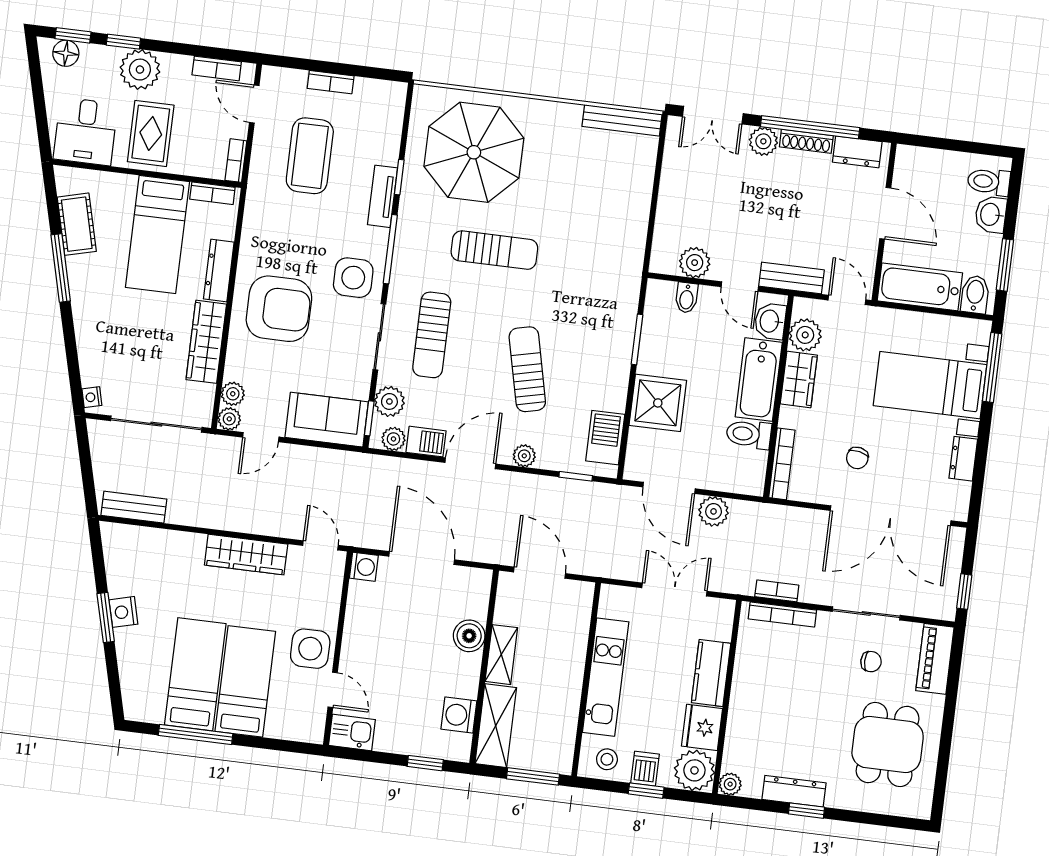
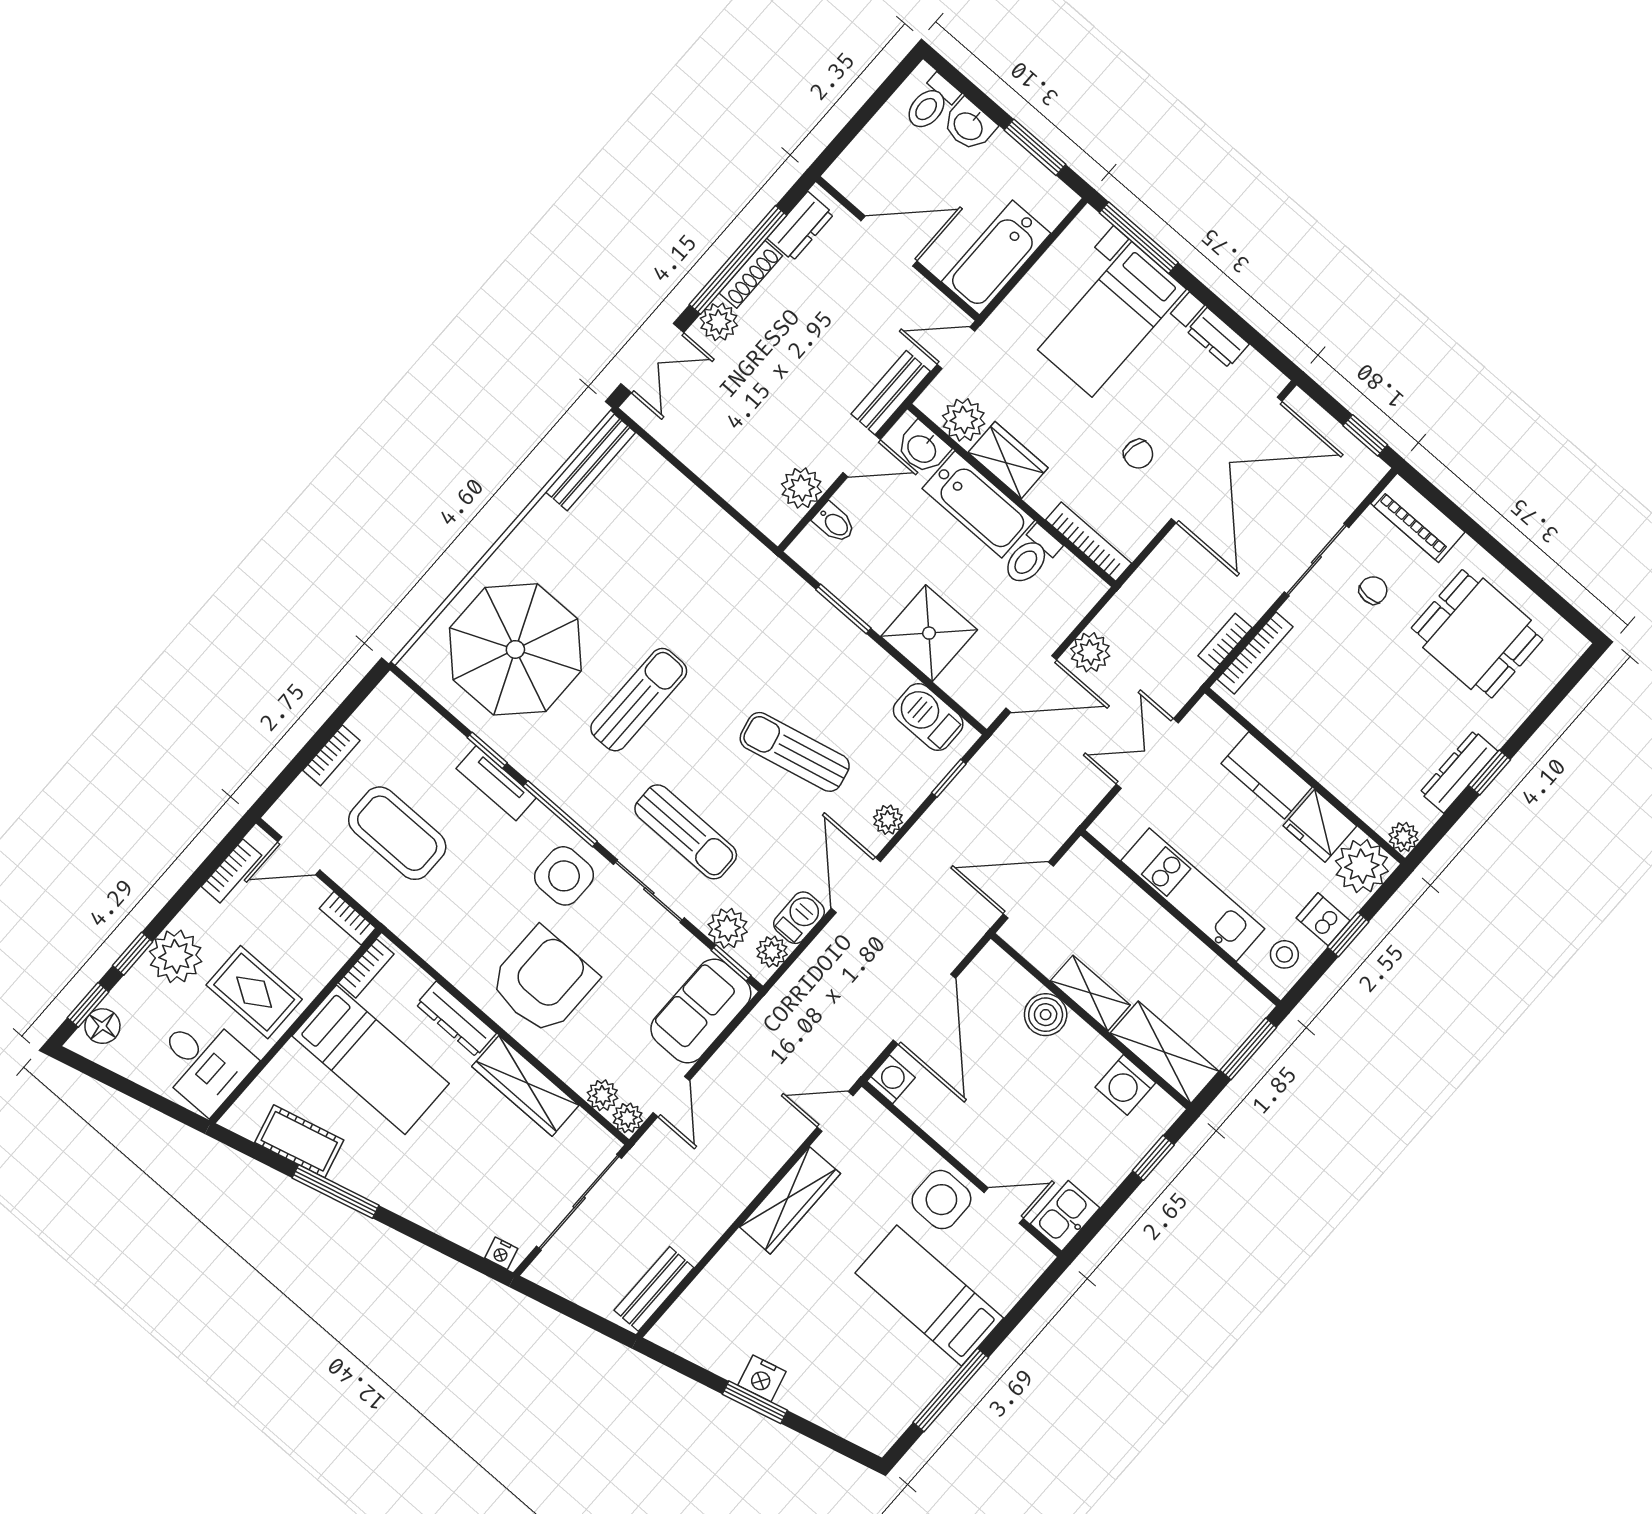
bidet: (975, 294) -> (1045, 202), removed
door: (422, 558) -> (924, 1009), swing flipped
bed: (195, 674) -> (884, 1346), removed

